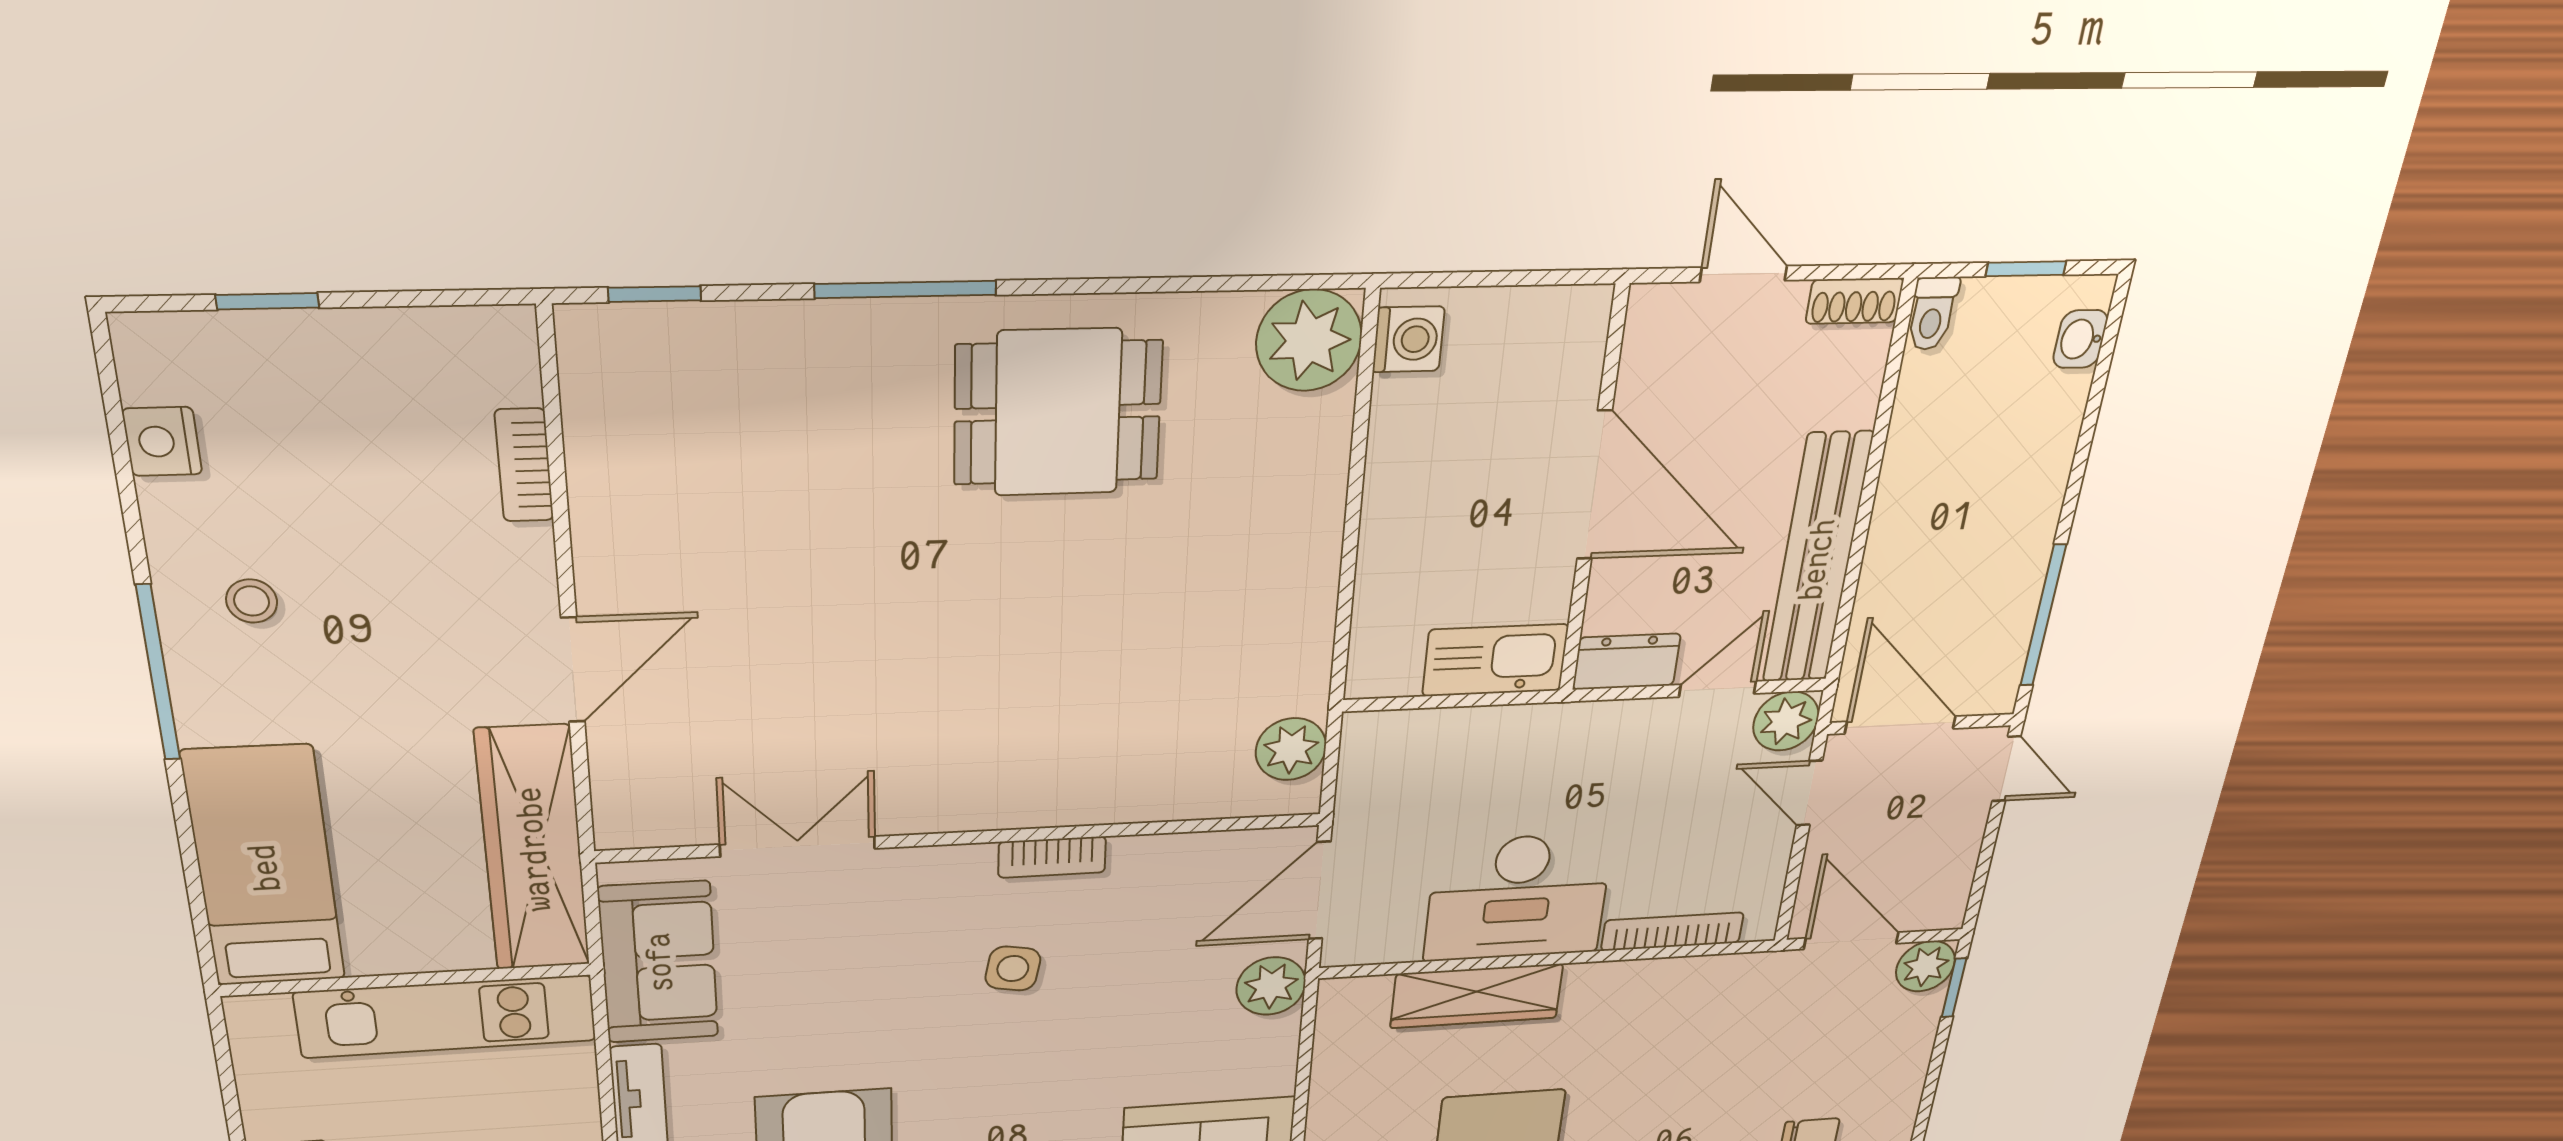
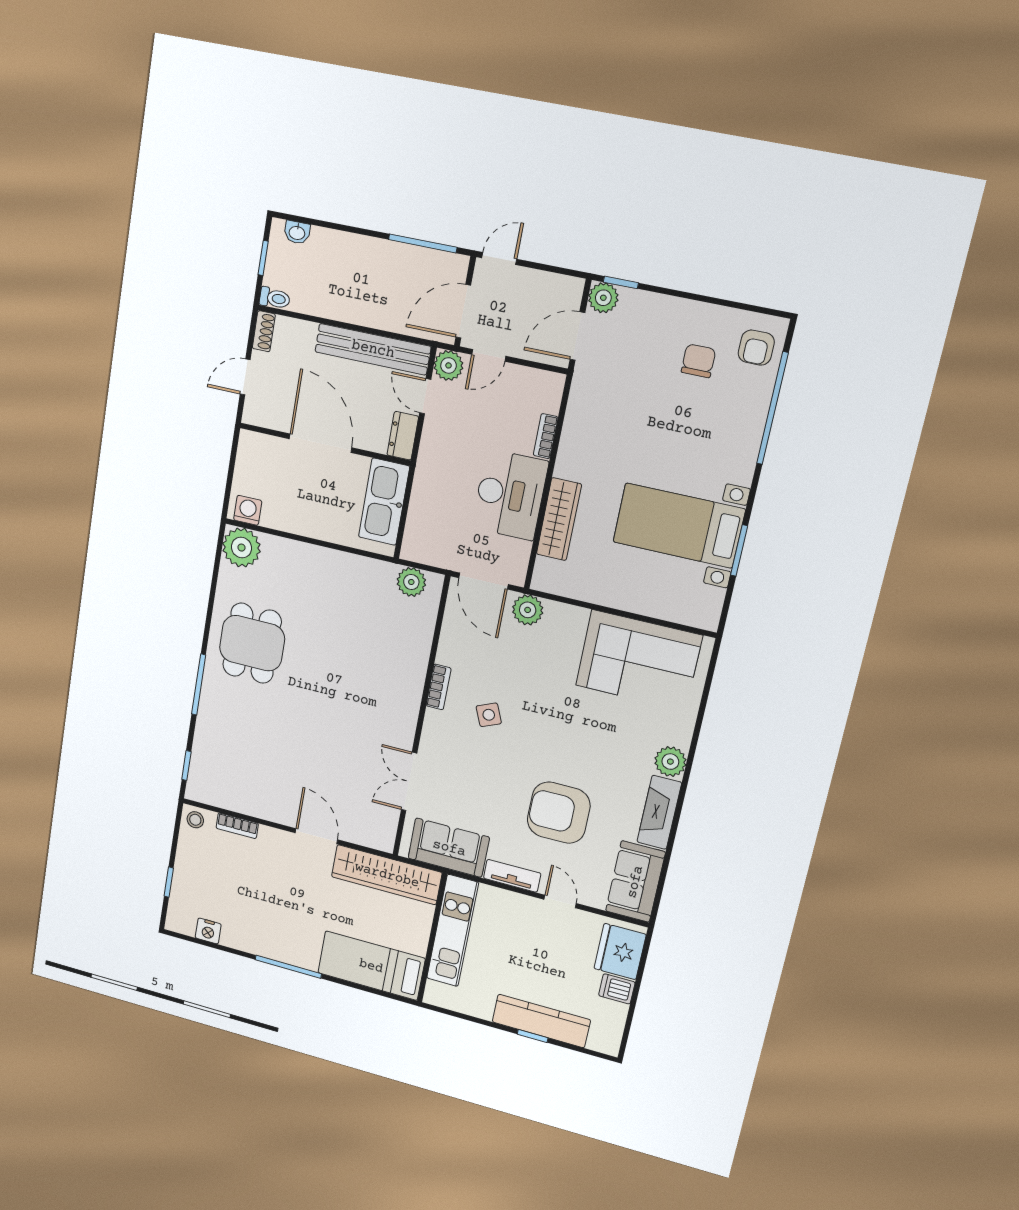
door: (1594, 485) -> (320, 443), hinge flipped
stool: (252, 601) -> (195, 820), moved
kitchen sink: (1495, 660) -> (384, 502), width x1.36, depth x1.24
bookcase: (1672, 932) -> (546, 436), width x0.64
side table: (1013, 969) -> (489, 715), turned -33

